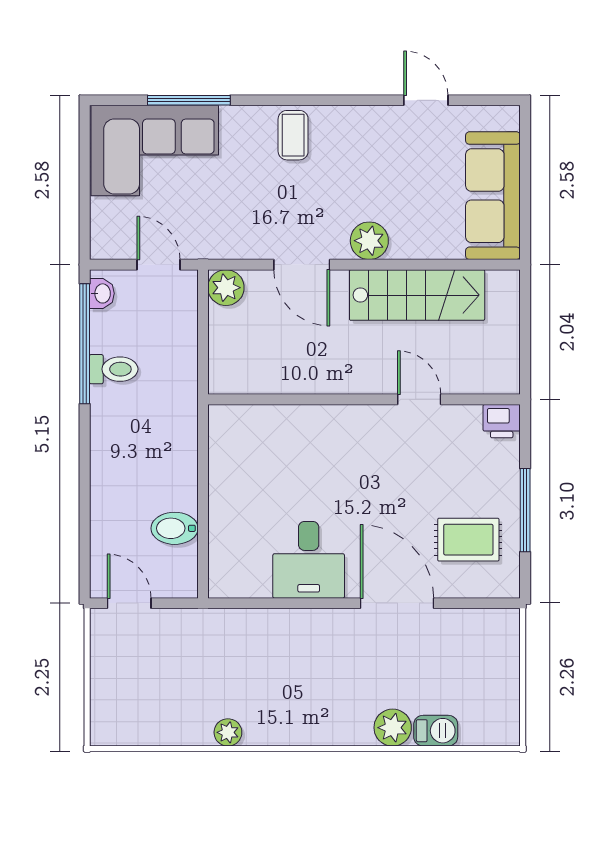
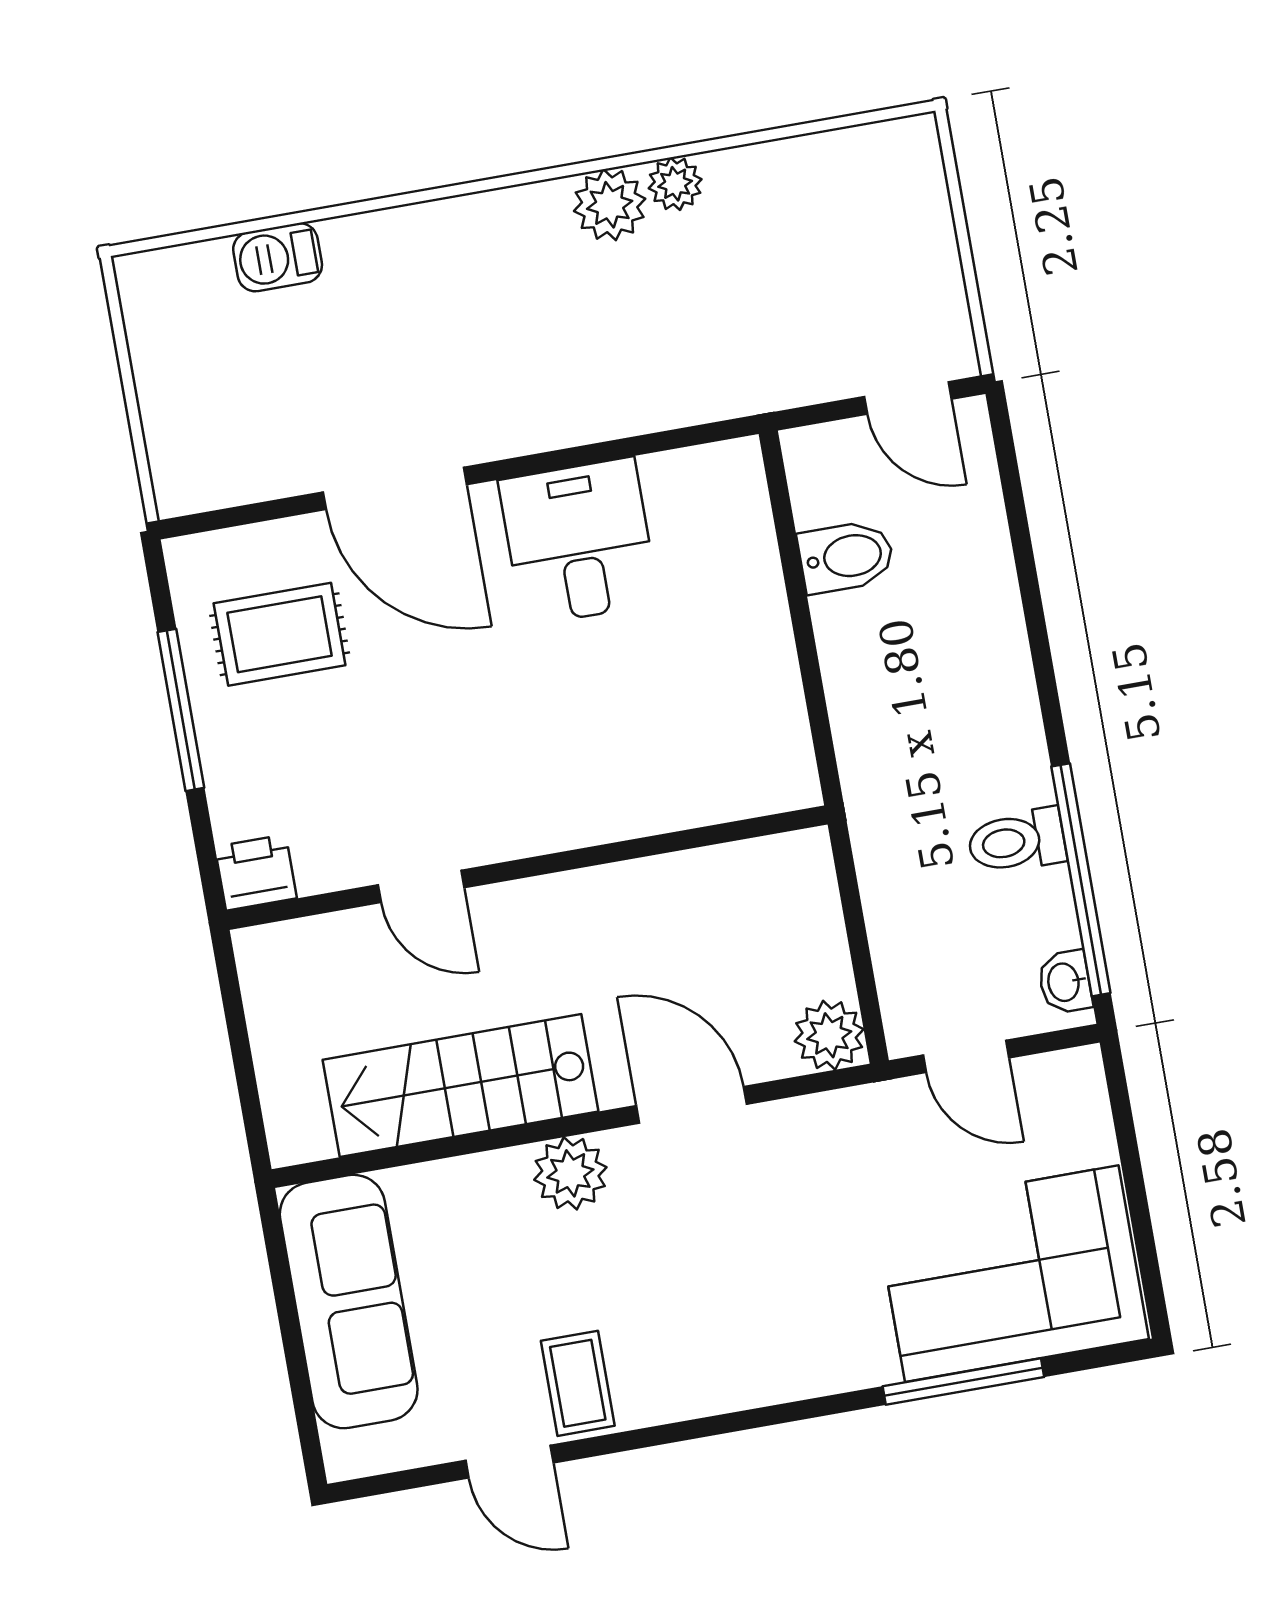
coffee table: (293, 135) -> (578, 1383), moved
plant: (393, 728) -> (610, 205), moved

